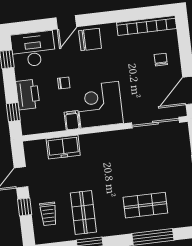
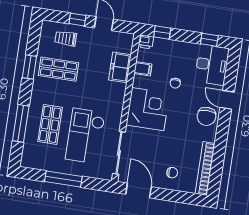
printer: (28, 94) -> (146, 42), moved, width x0.53, depth x0.68
filing cabinet: (72, 120) -> (143, 69), moved
checkout: (147, 164) -> (85, 136), added

